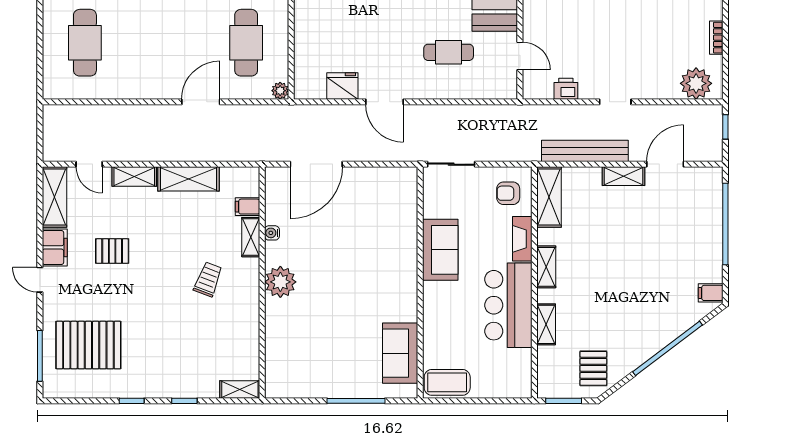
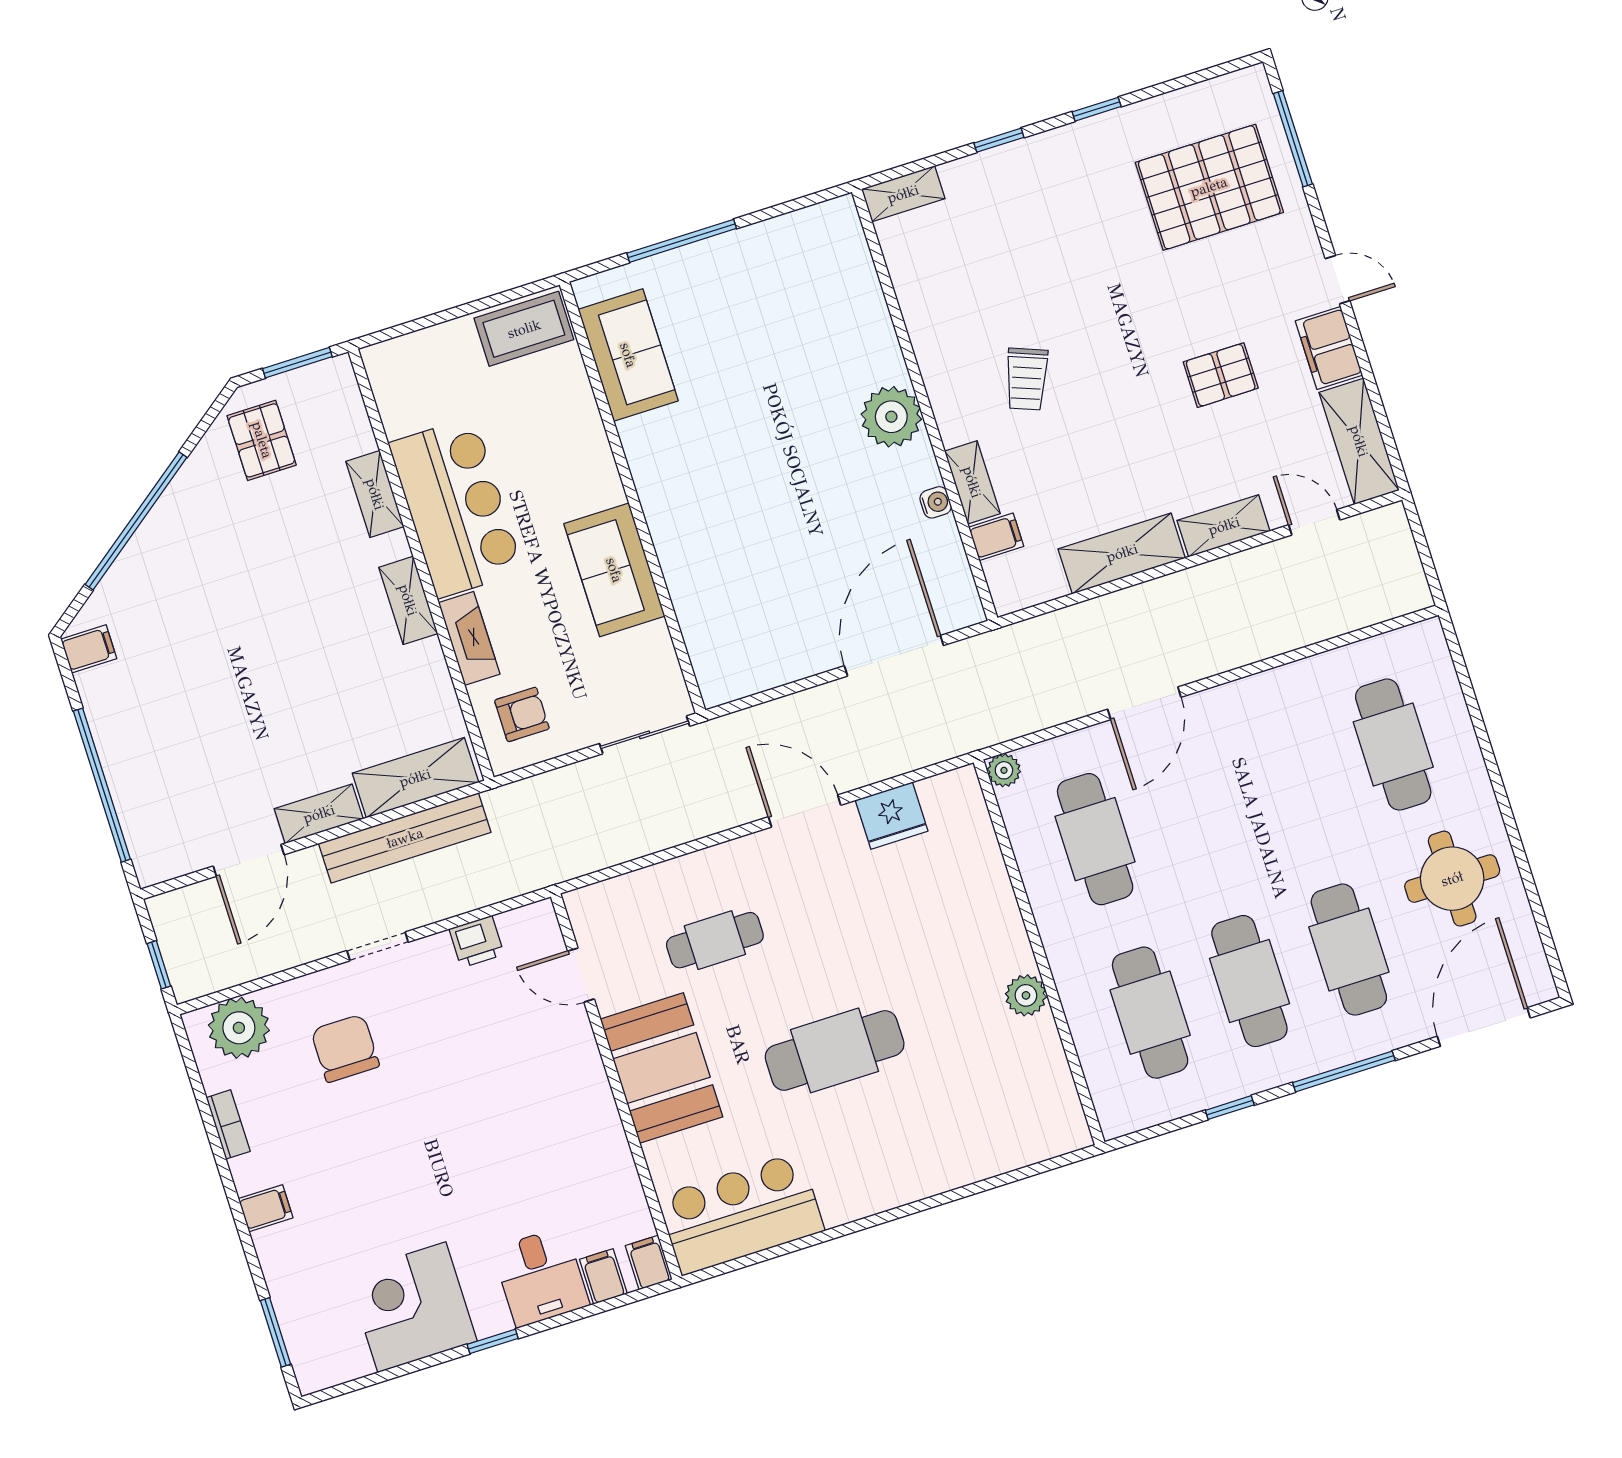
chair: (647, 57) -> (345, 1048), added
shelving: (549, 197) -> (415, 778), moved, turned 90

